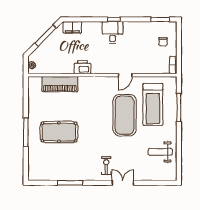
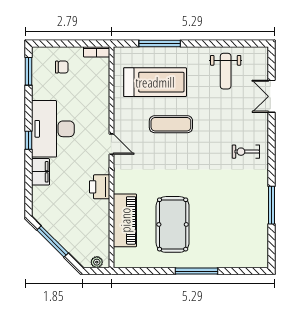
filing cabinet: (72, 27) -> (41, 172), moved
desk: (113, 32) -> (53, 129), width x1.87, depth x1.30
door: (125, 75) -> (111, 144), moved
exercise mat: (125, 115) -> (171, 124), width x0.50, depth x0.69
pool table: (59, 132) -> (173, 224), moved
double door: (123, 183) -> (271, 96), moved

